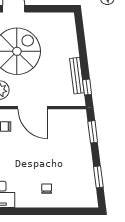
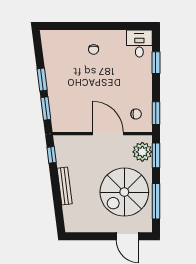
bench: (77, 76) -> (65, 186), moved
window: (98, 177) -> (42, 79), moved

